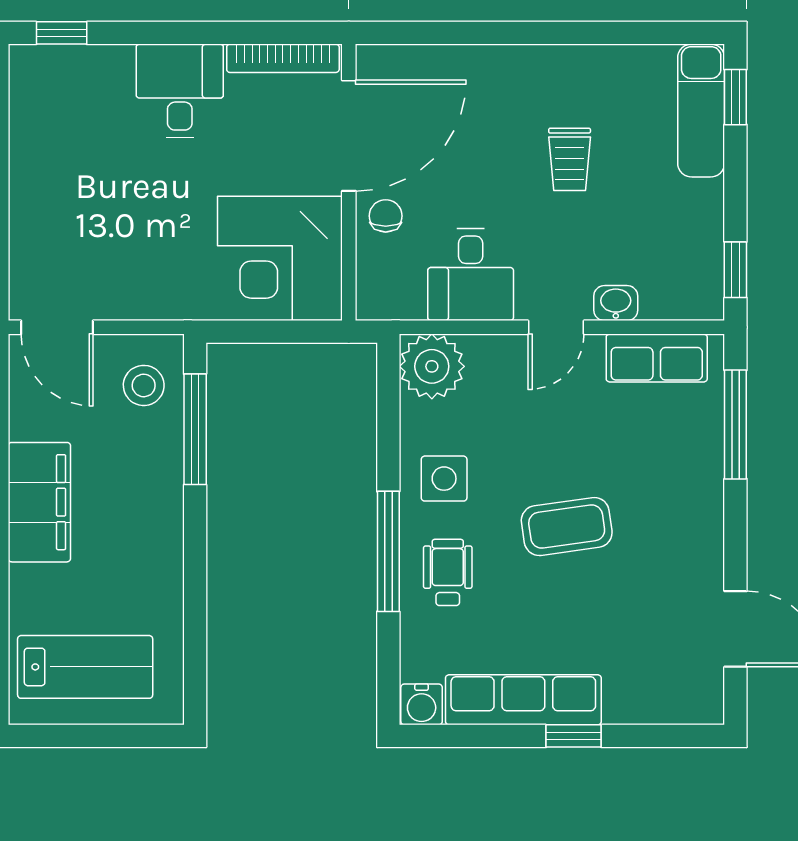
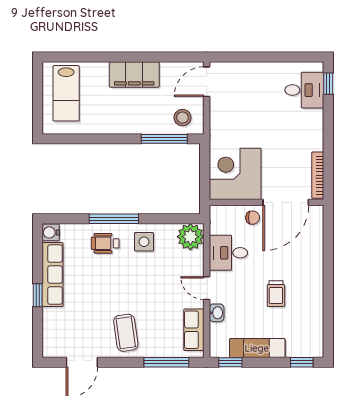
desk: (180, 91) -> (304, 90), moved
exam couch: (701, 111) -> (257, 348), moved
door: (349, 136) -> (286, 202), hinge flipped
trolley: (570, 159) -> (276, 294), turned -90
coffee table: (567, 527) -> (126, 333), moved
wheelchair: (448, 572) -> (105, 243), turned 180

